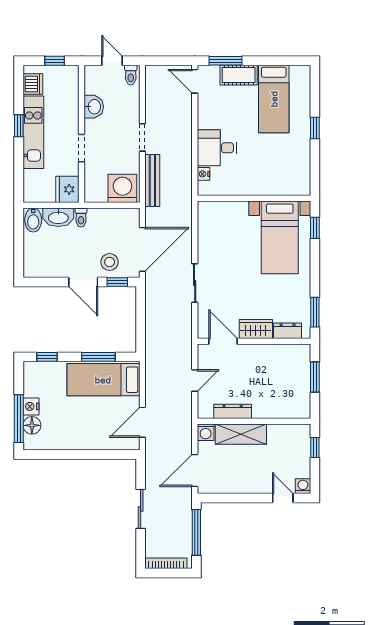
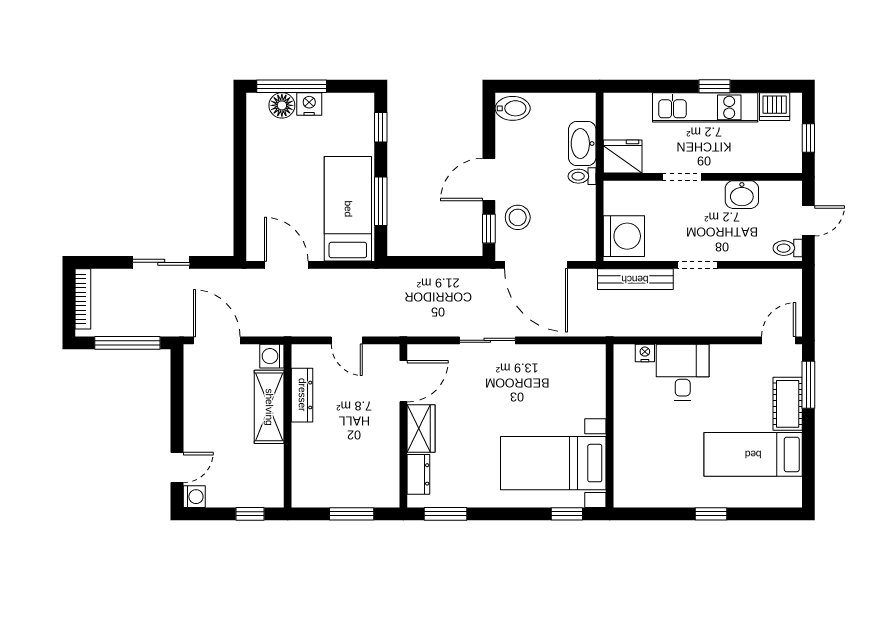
bidet: (33, 220) -> (513, 108), moved, turned 180

